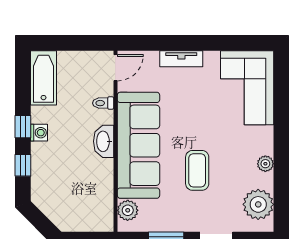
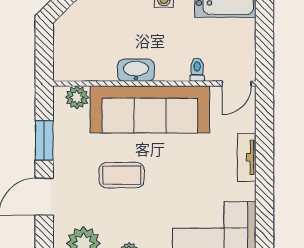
door: (115, 68) -> (237, 84), hinge flipped
washbasin: (104, 141) -> (136, 70), moved

